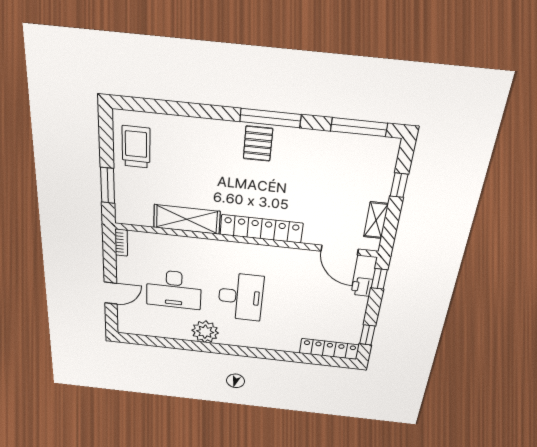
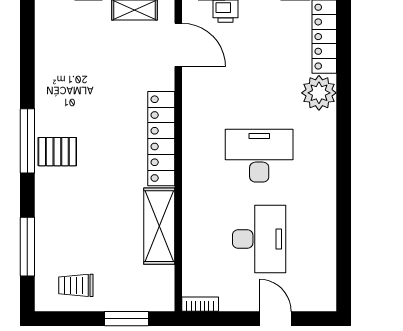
window: (359, 127) -> (27, 247), moved
trolley: (136, 147) -> (76, 285), width x0.73, depth x0.72
door: (340, 250) -> (178, 45), hinge flipped
plant: (205, 332) -> (319, 93), moved

